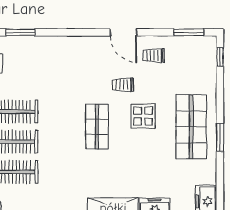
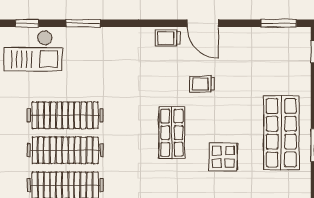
trolley: (153, 56) -> (168, 38), moved
display table: (143, 116) -> (223, 157), moved

